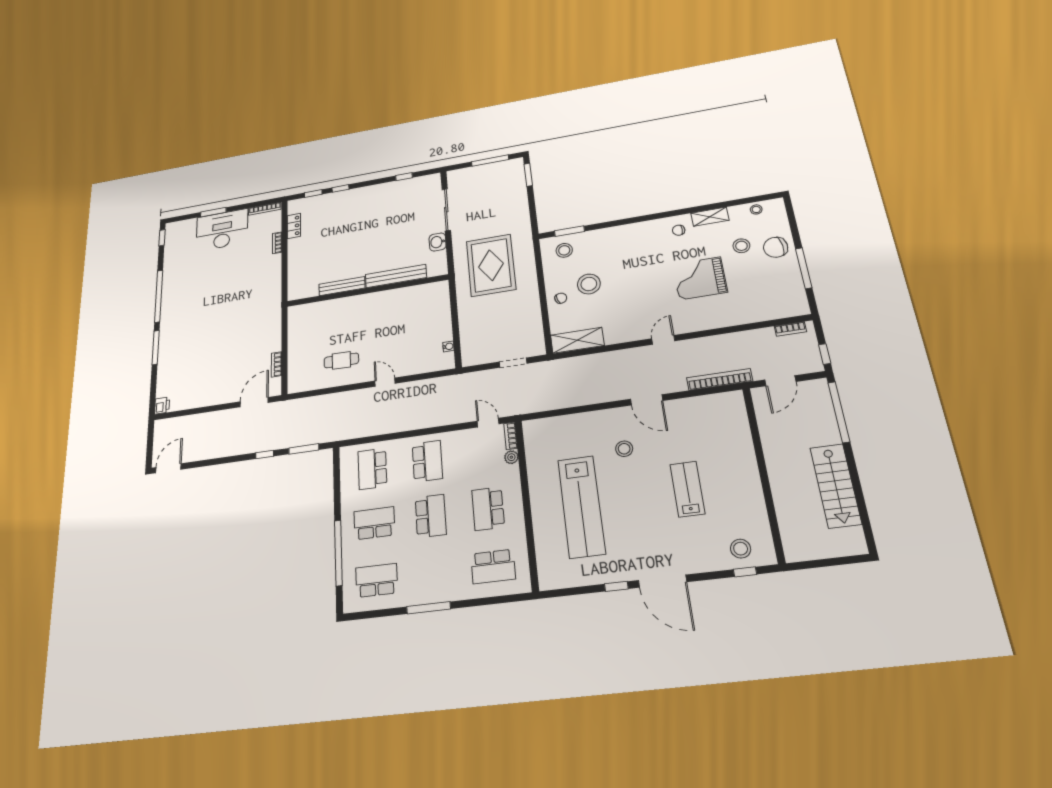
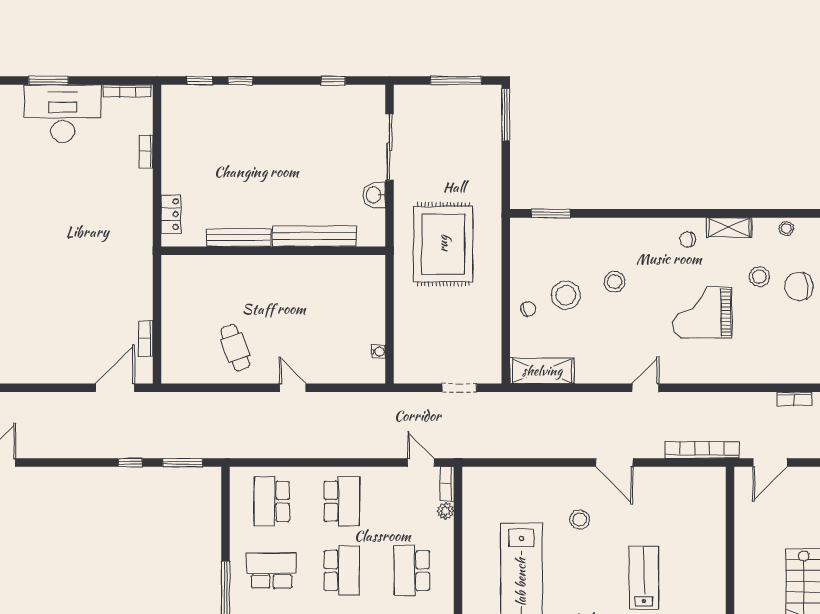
window: (528, 175) -> (506, 115), width x1.44
locker: (294, 226) -> (171, 214), moved
stool: (564, 250) -> (615, 282), moved
cafe table: (341, 360) -> (235, 348), turned 69

